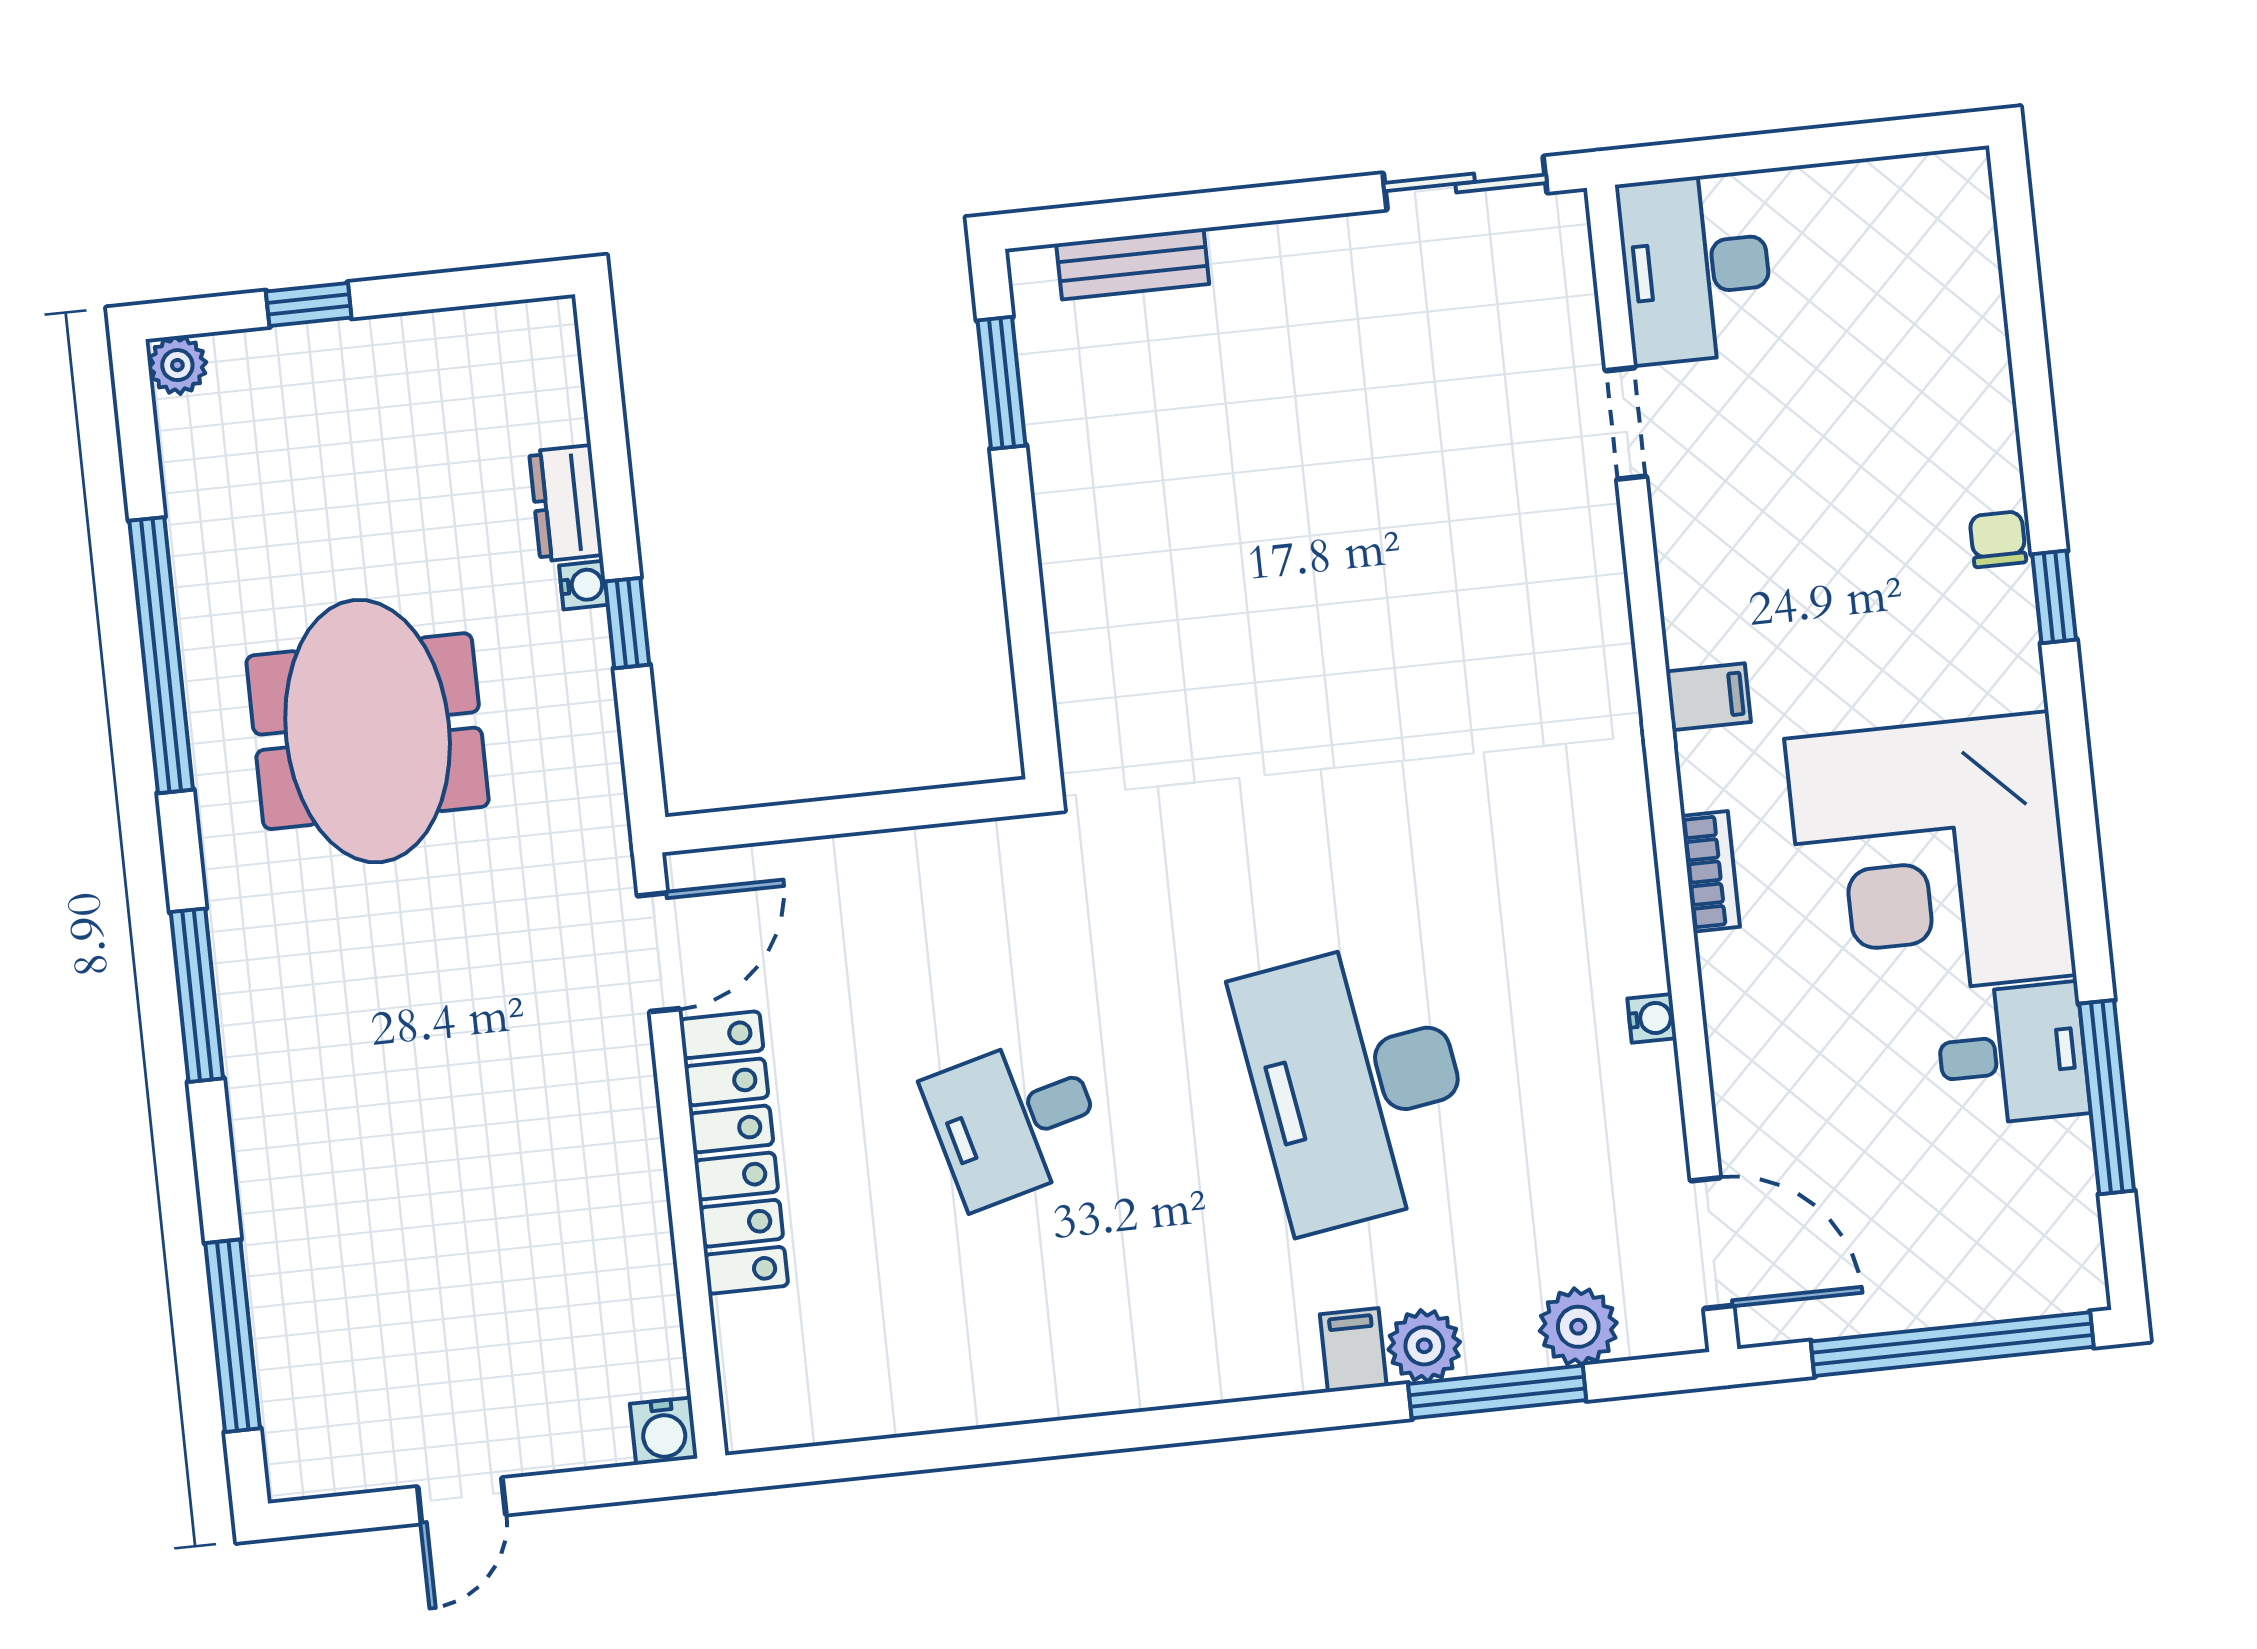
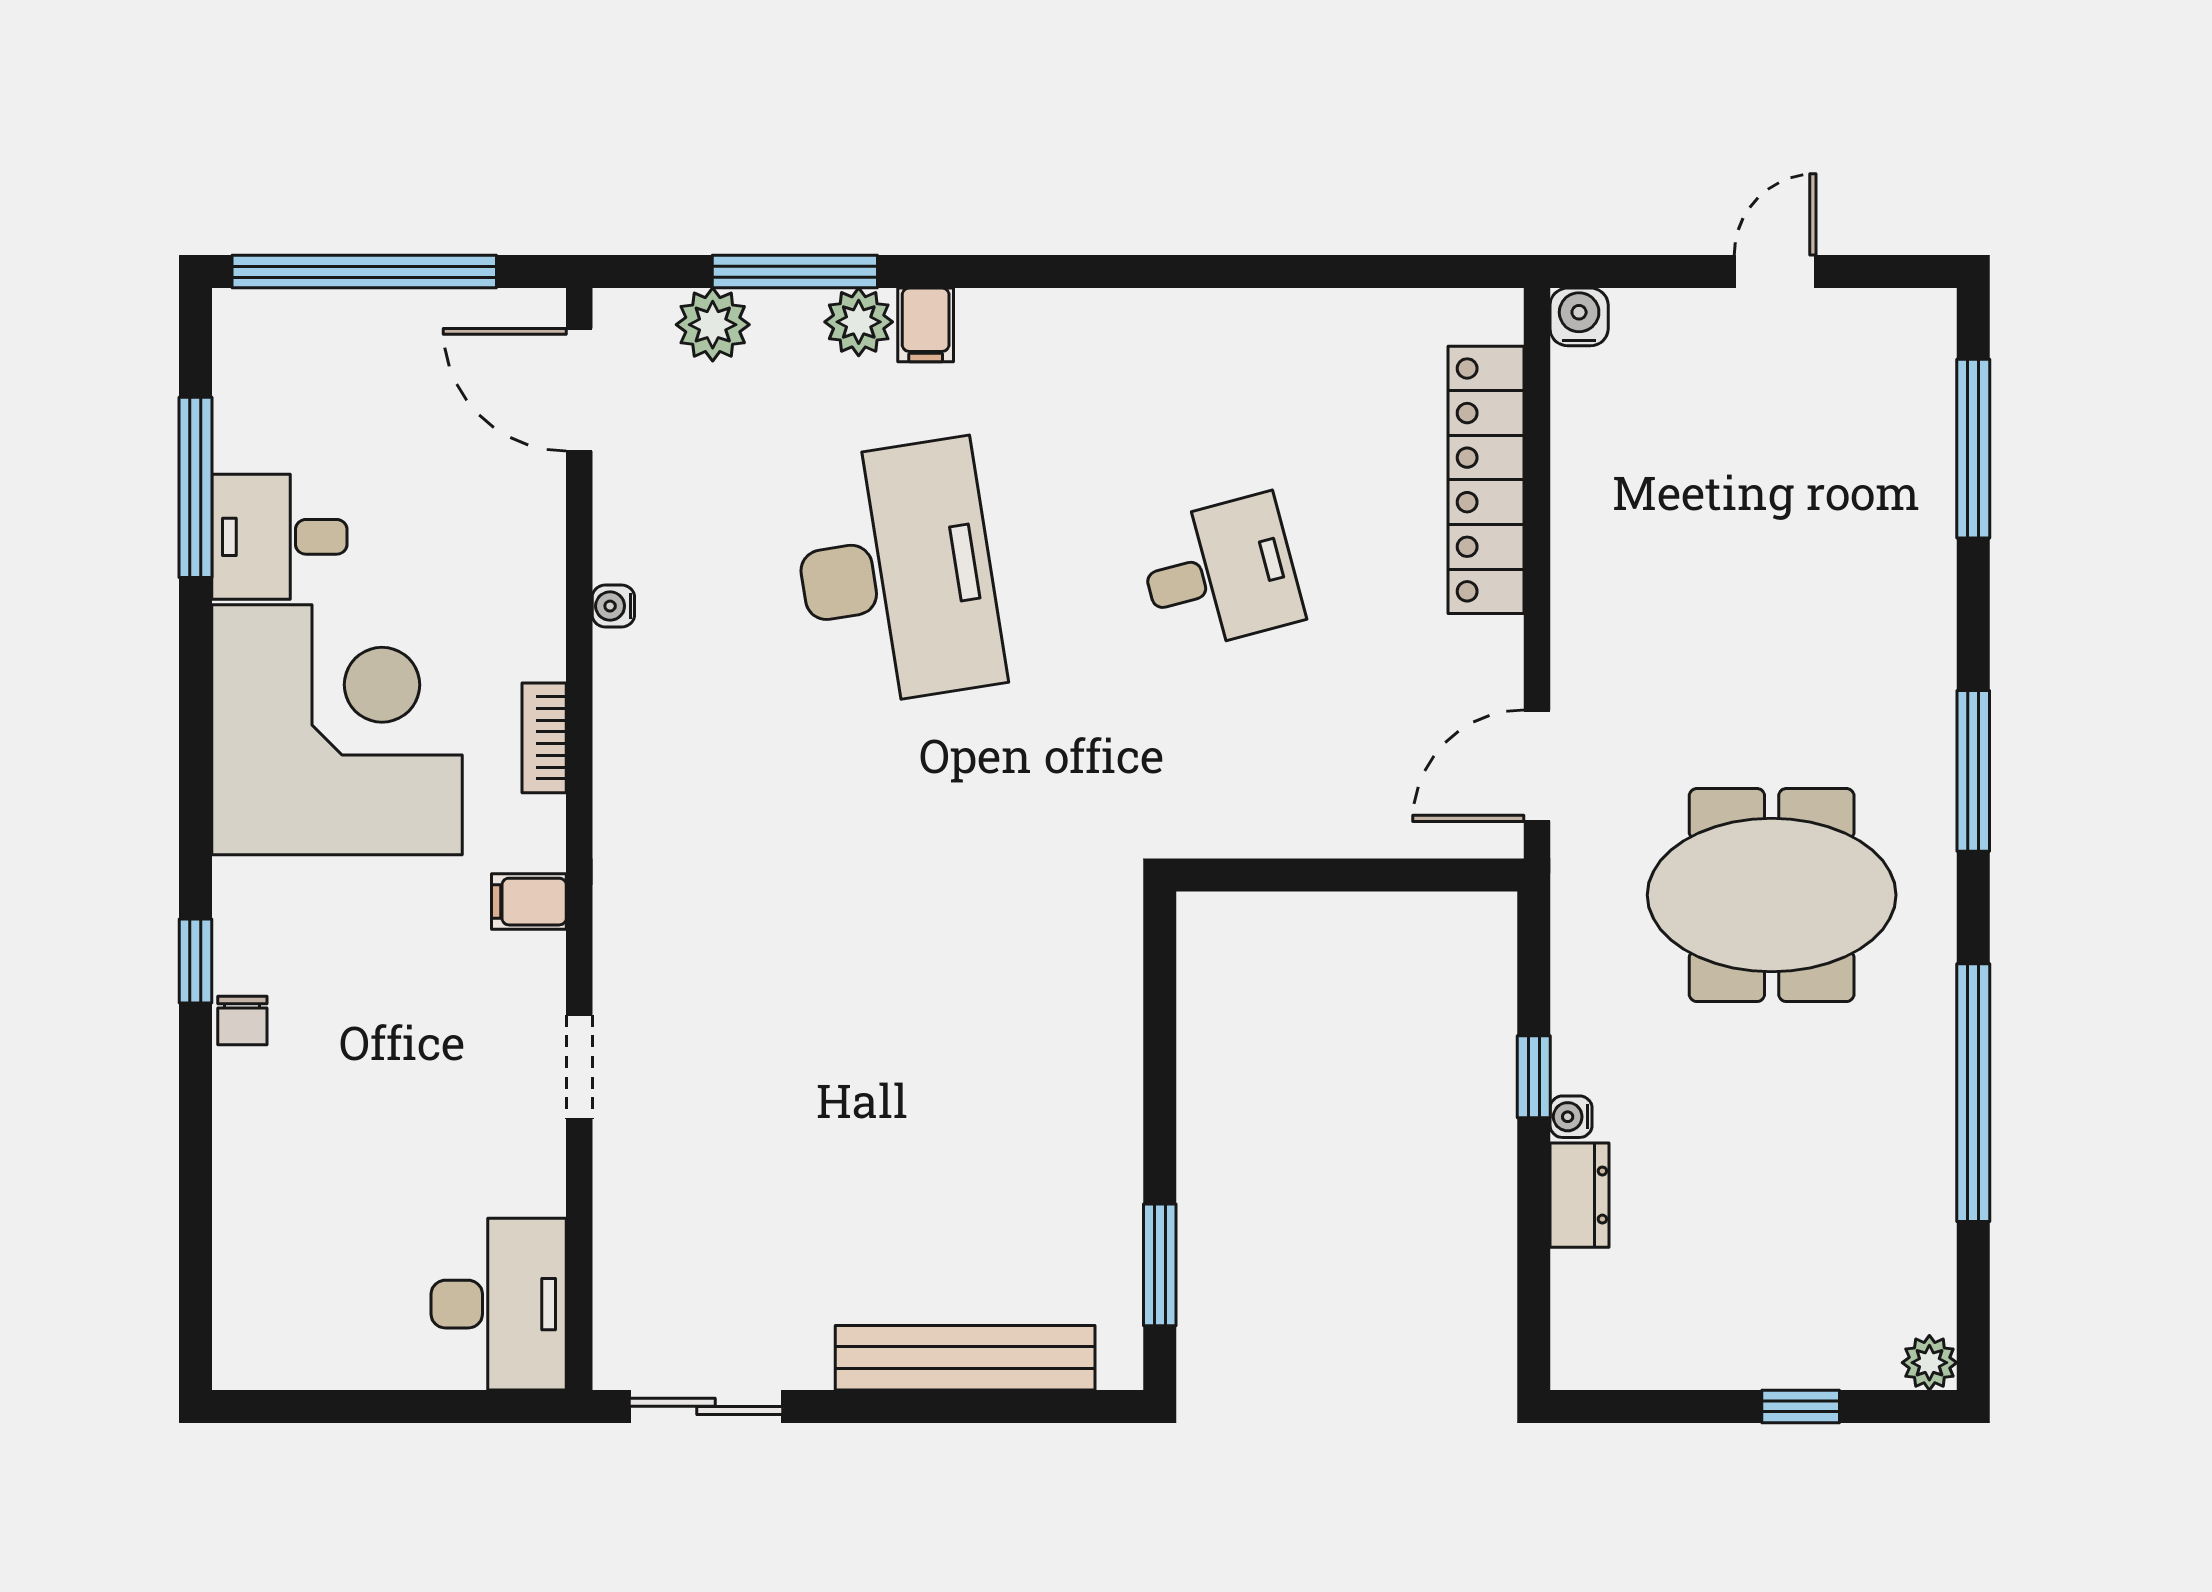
bench: (1133, 264) -> (965, 1358), width x1.86, depth x1.21
doorway: (1626, 424) -> (579, 1067), moved
meeting table: (368, 731) -> (1772, 895), moved, turned 90
locker: (734, 1153) -> (1486, 480), moved

